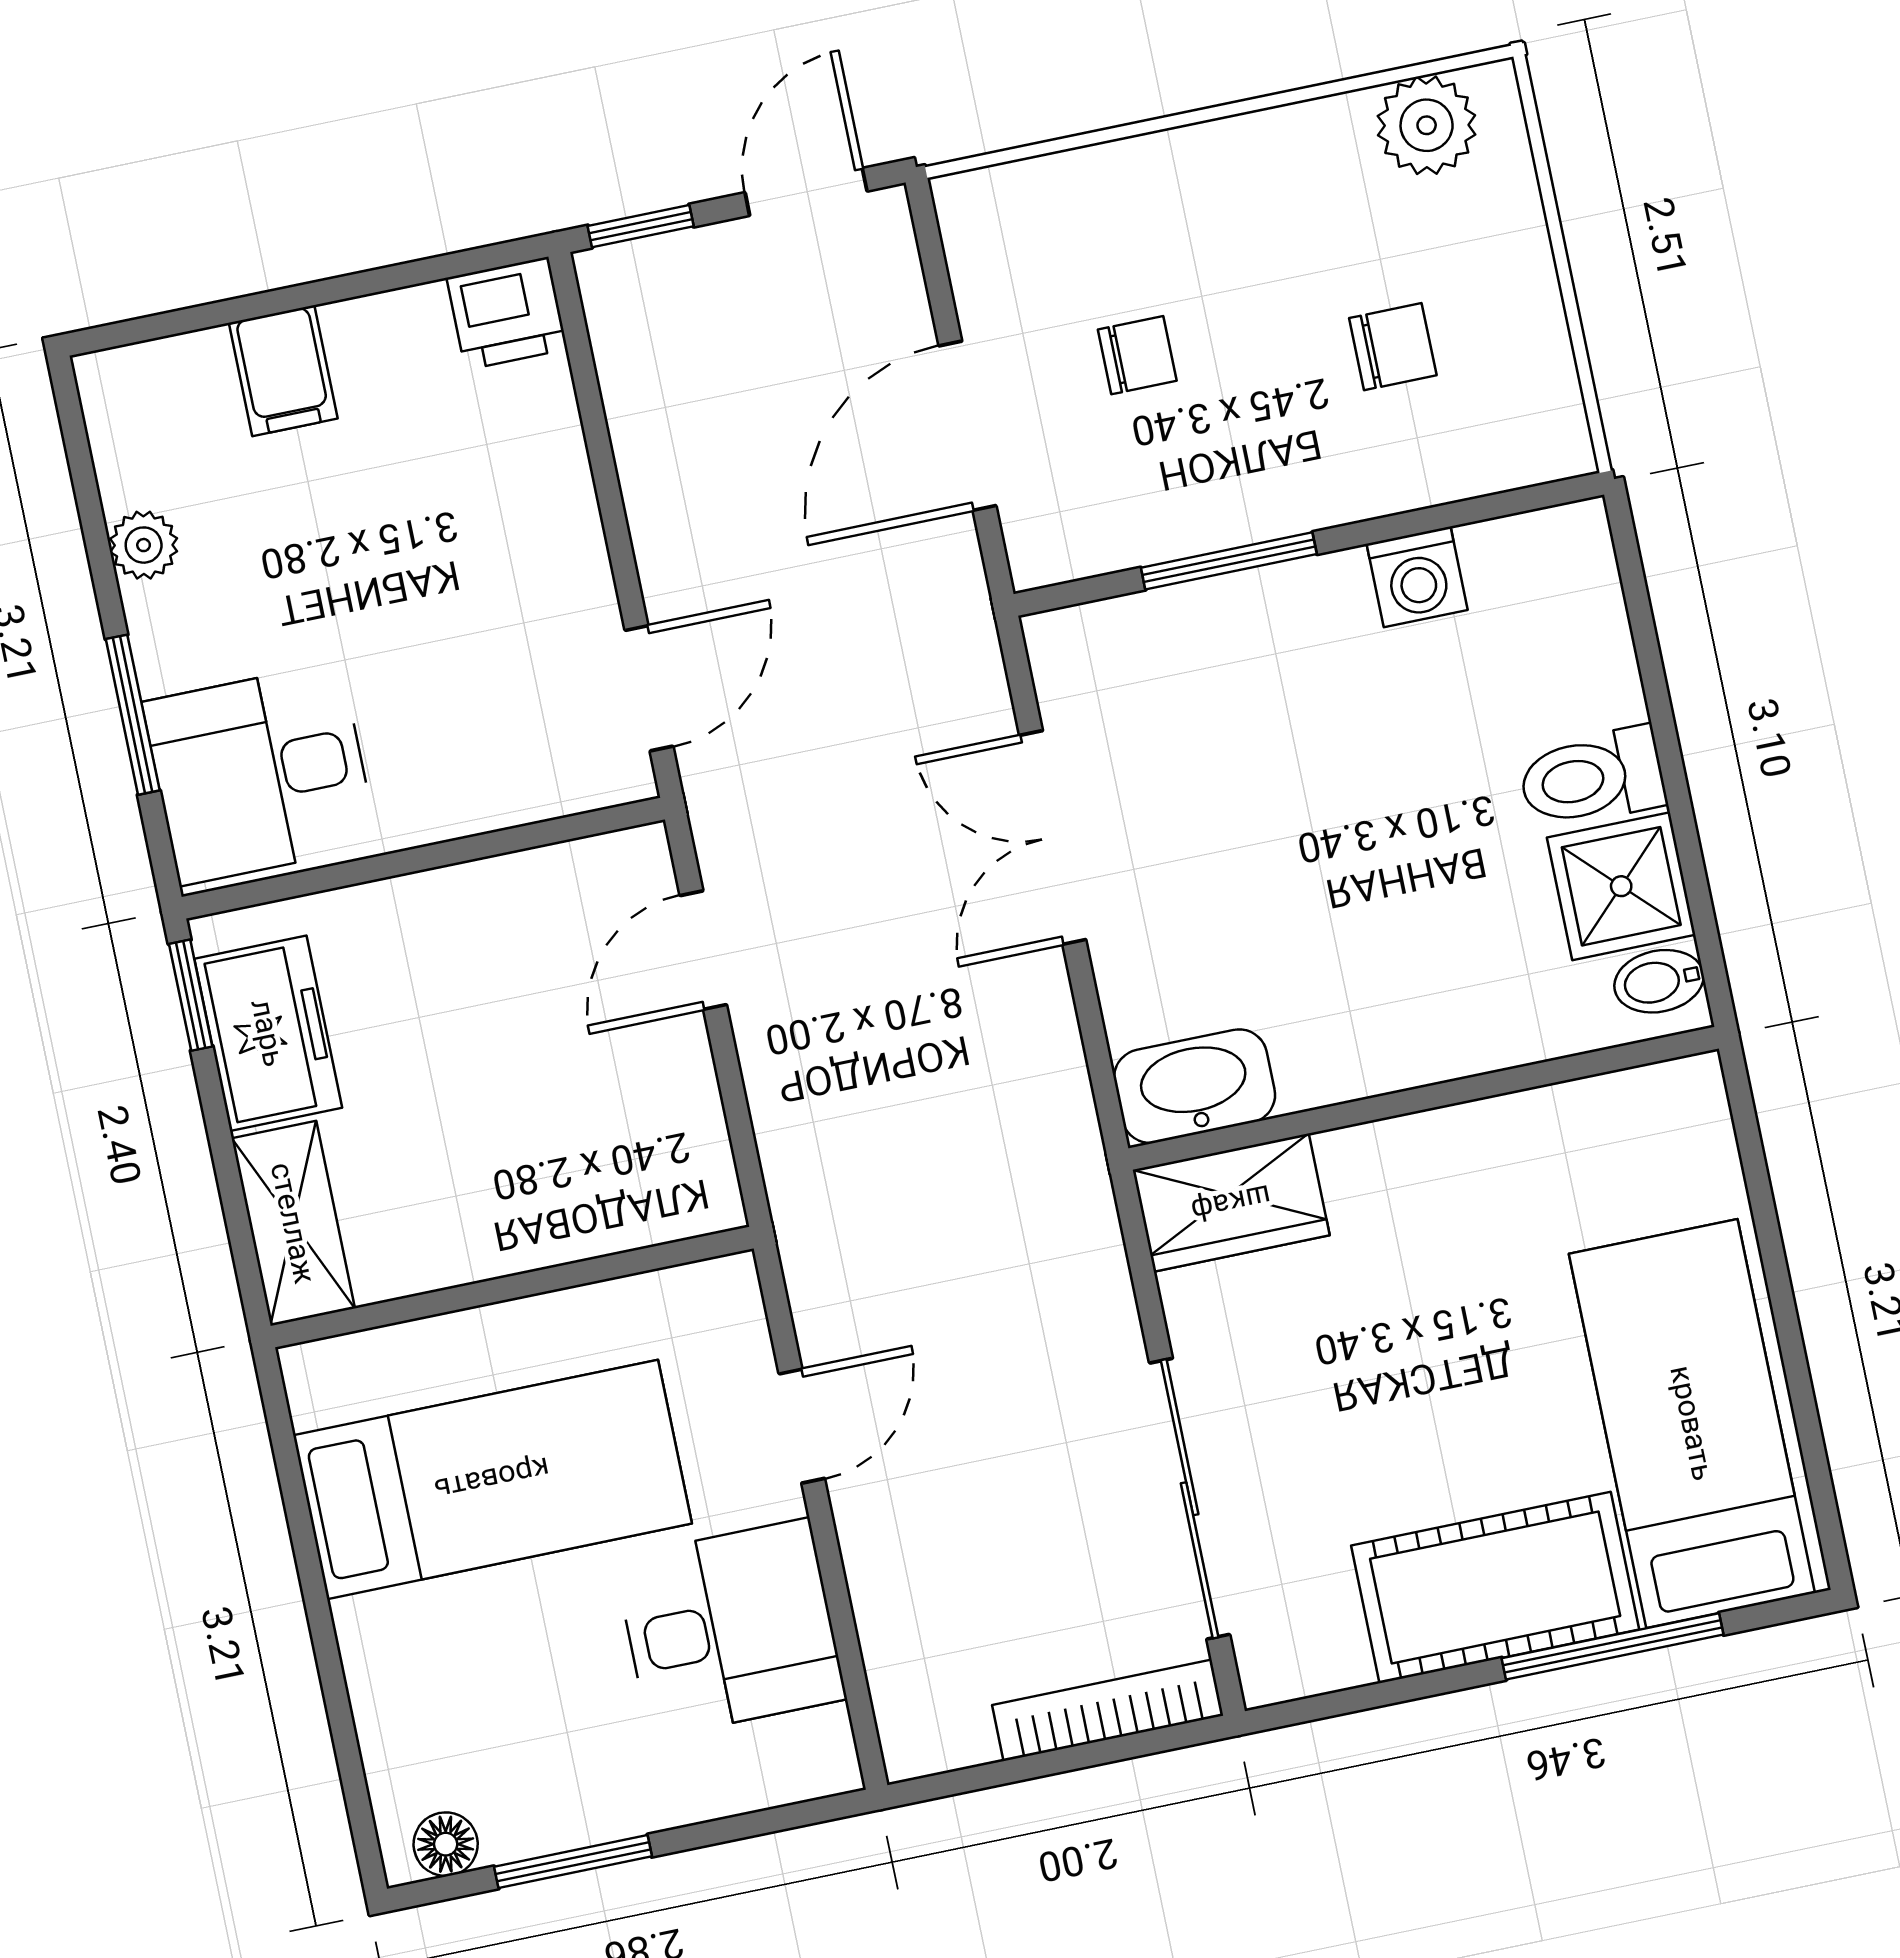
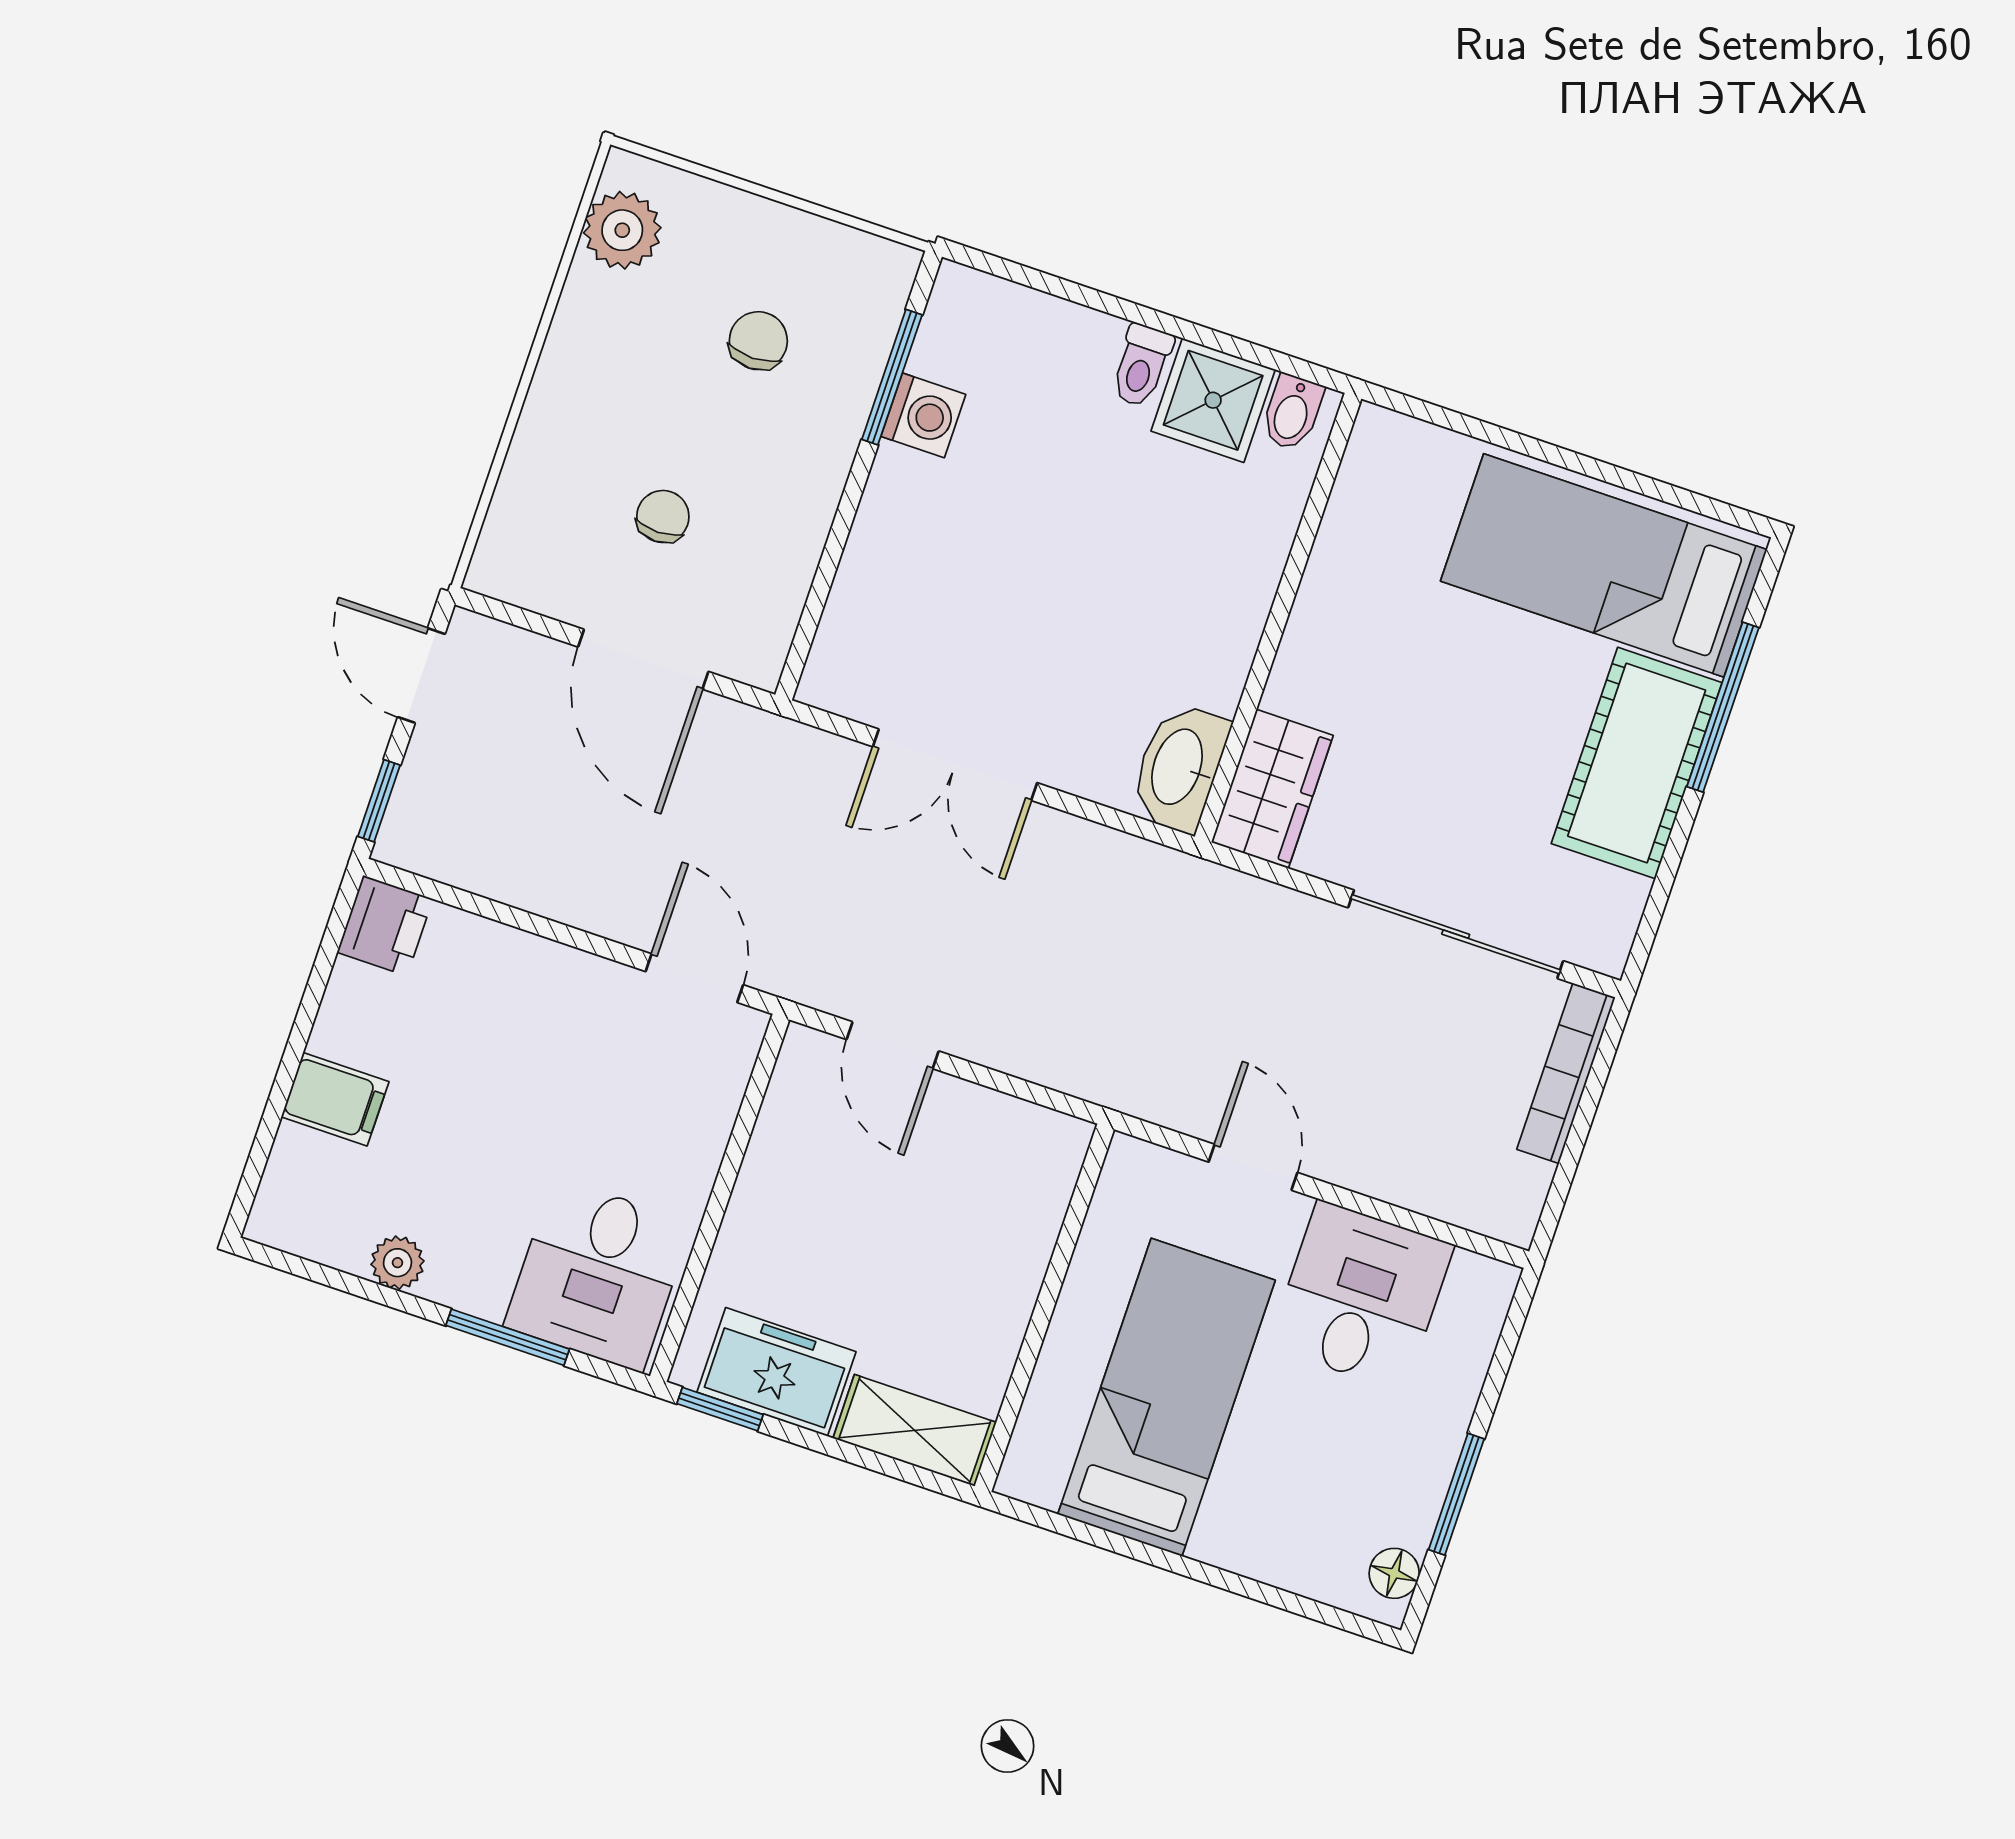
window: (1229, 561) -> (892, 377), moved
toilet: (1592, 778) -> (1142, 365), width x0.73, depth x0.72

